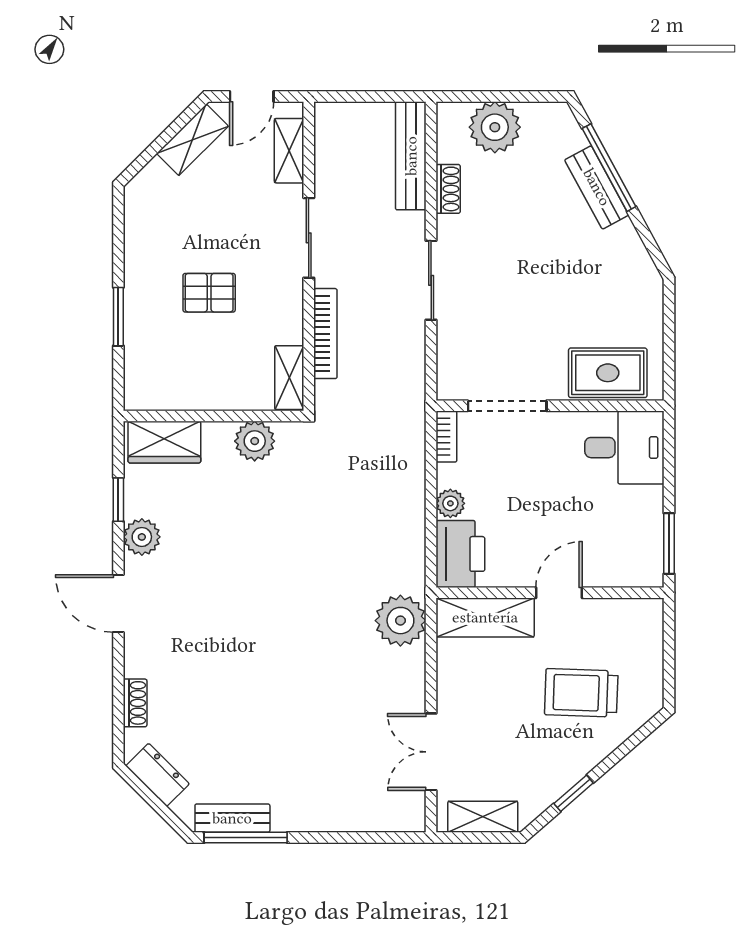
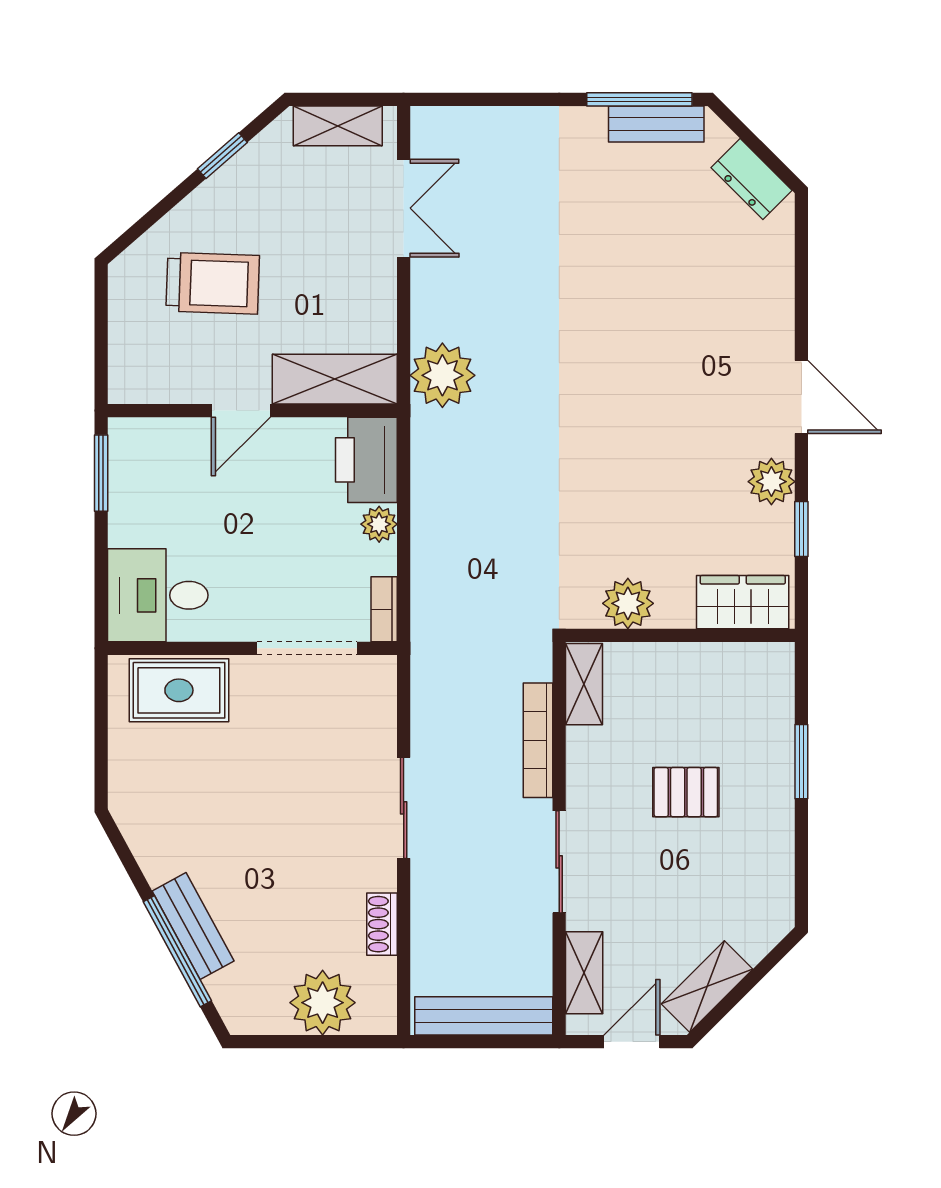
bench: (411, 156) -> (484, 1016), moved, turned 90
shoe rack: (135, 703) -> (780, 271), removed

